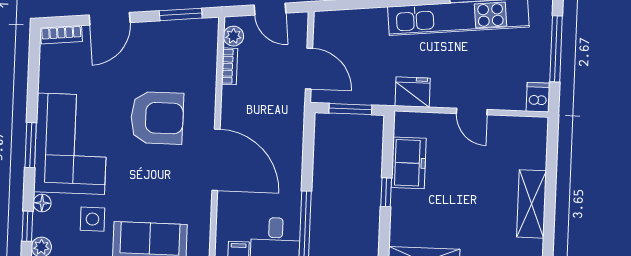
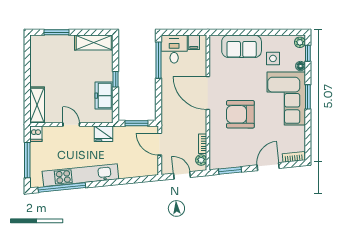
shelving: (531, 204) -> (37, 105), moved

